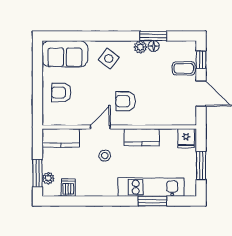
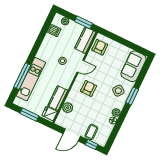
window: (153, 36) -> (132, 96), moved
armchair: (61, 93) -> (100, 47), moved
plant: (166, 117) -> (68, 108), added
door: (100, 127) -> (81, 66), hinge flipped
kitchen counter: (142, 137) -> (58, 98), moved
window: (38, 173) -> (83, 22), moved
window: (152, 201) -> (22, 76), width x1.44

